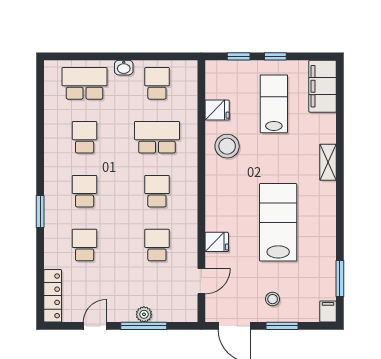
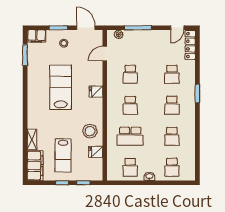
school desk: (85, 83) -> (172, 167), width x0.54
shelving: (328, 162) -> (32, 139), moved
lab bench: (278, 222) -> (61, 87), turned 180
fridge: (217, 242) -> (96, 92), moved
filing cabinet: (328, 312) -> (37, 36), width x2.00
plant: (144, 314) -> (119, 34), moved
door: (95, 326) -> (177, 28), moved

